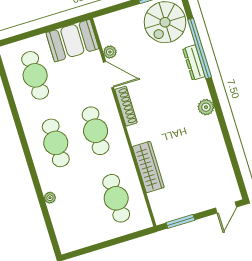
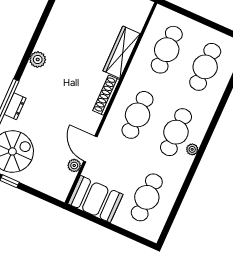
dresser: (194, 63) -> (15, 106), width x0.70
shoe rack: (126, 106) -> (106, 95), moved
plant: (50, 198) -> (192, 149), moved
cafe table: (76, 210) -> (205, 67), added

